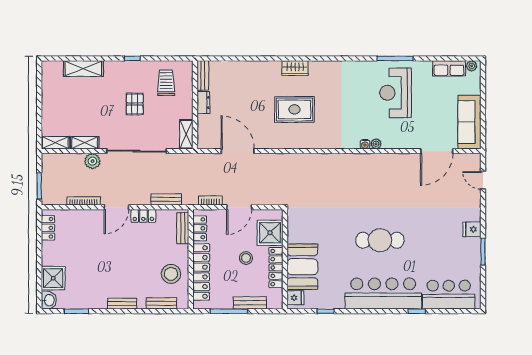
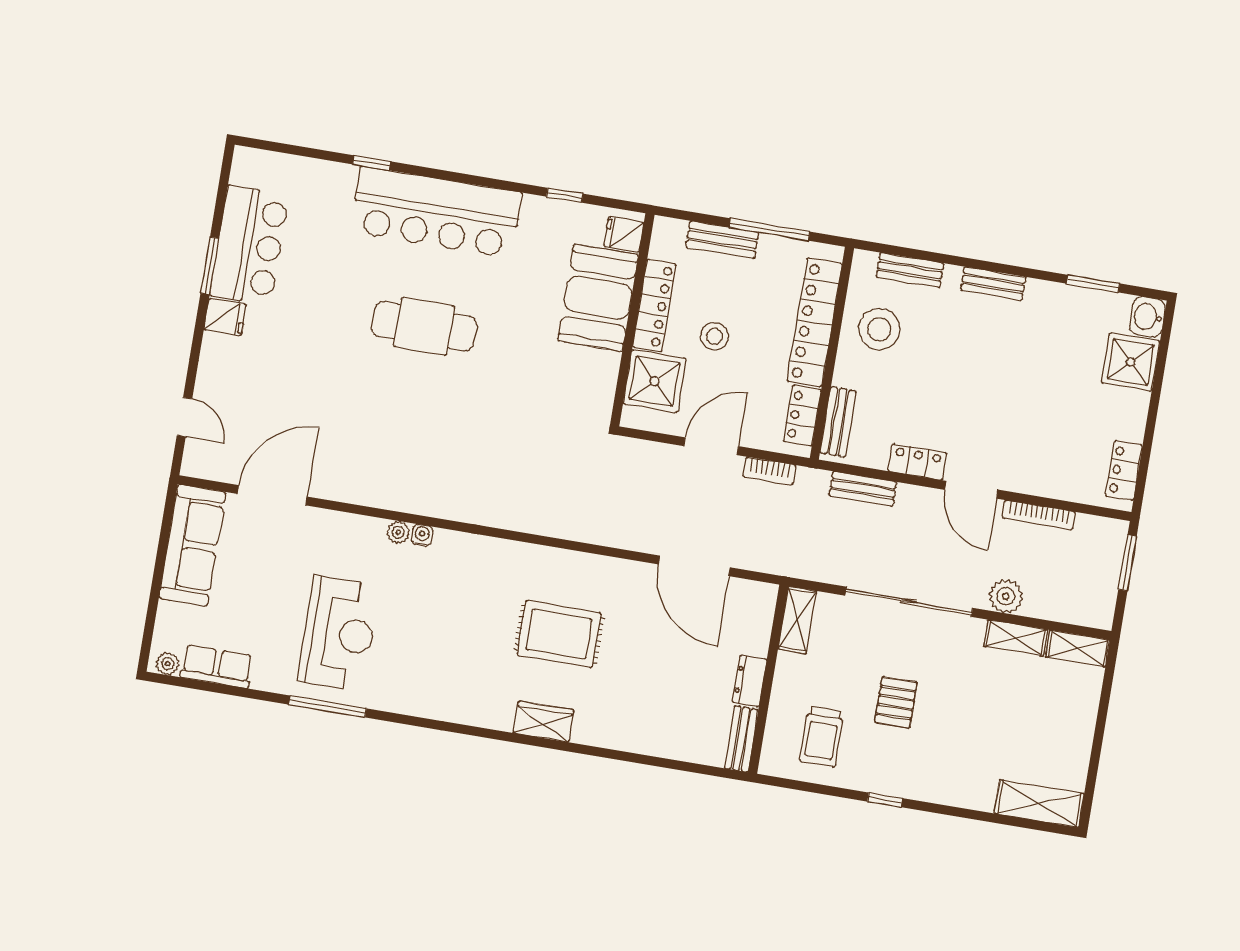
shelving: (83, 69) -> (1039, 804), moved
door: (116, 207) -> (971, 490), swing flipped
bar counter: (449, 295) -> (249, 245), moved, turned -90

